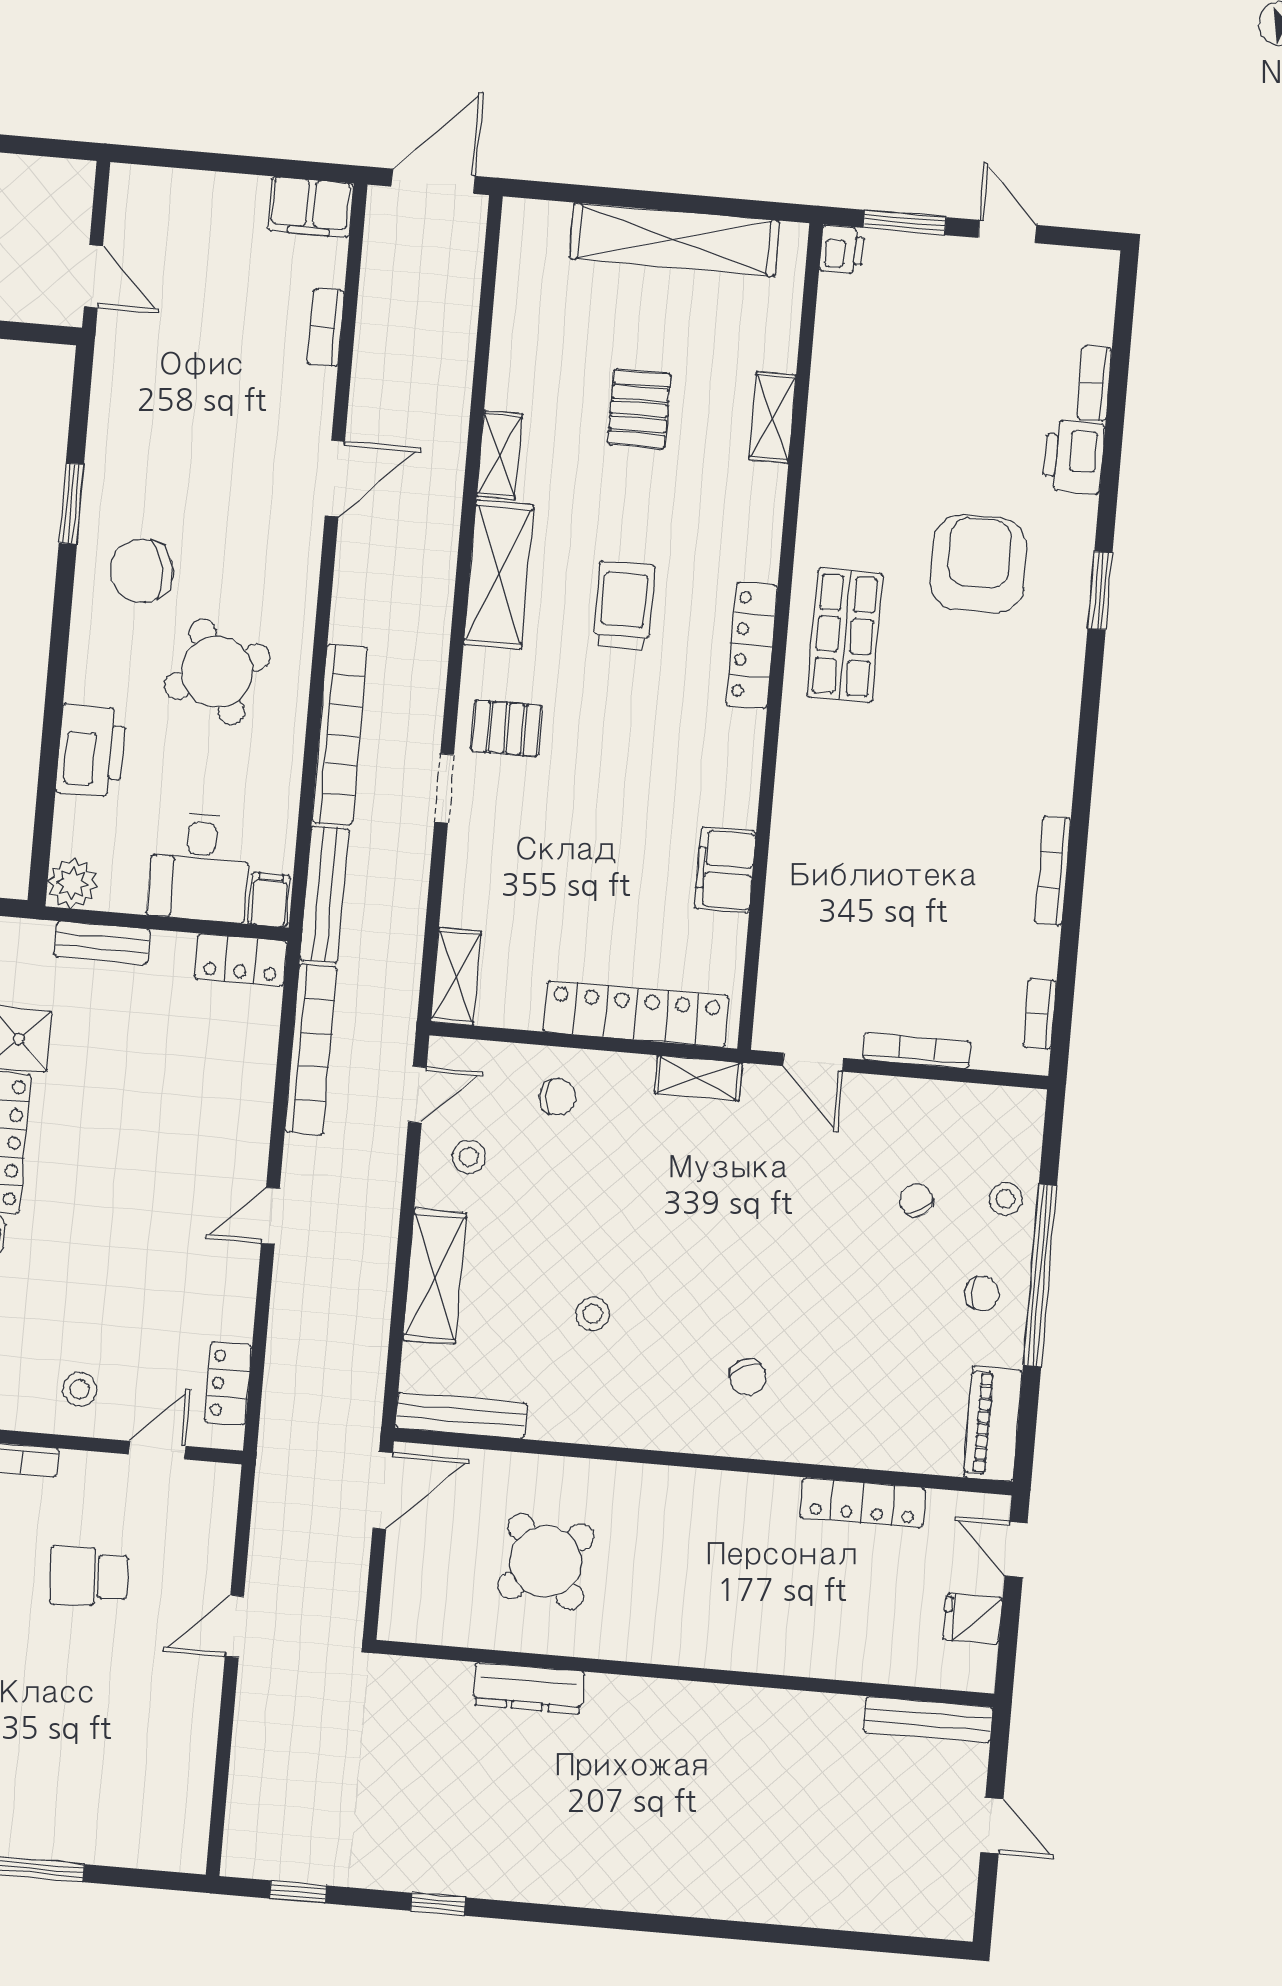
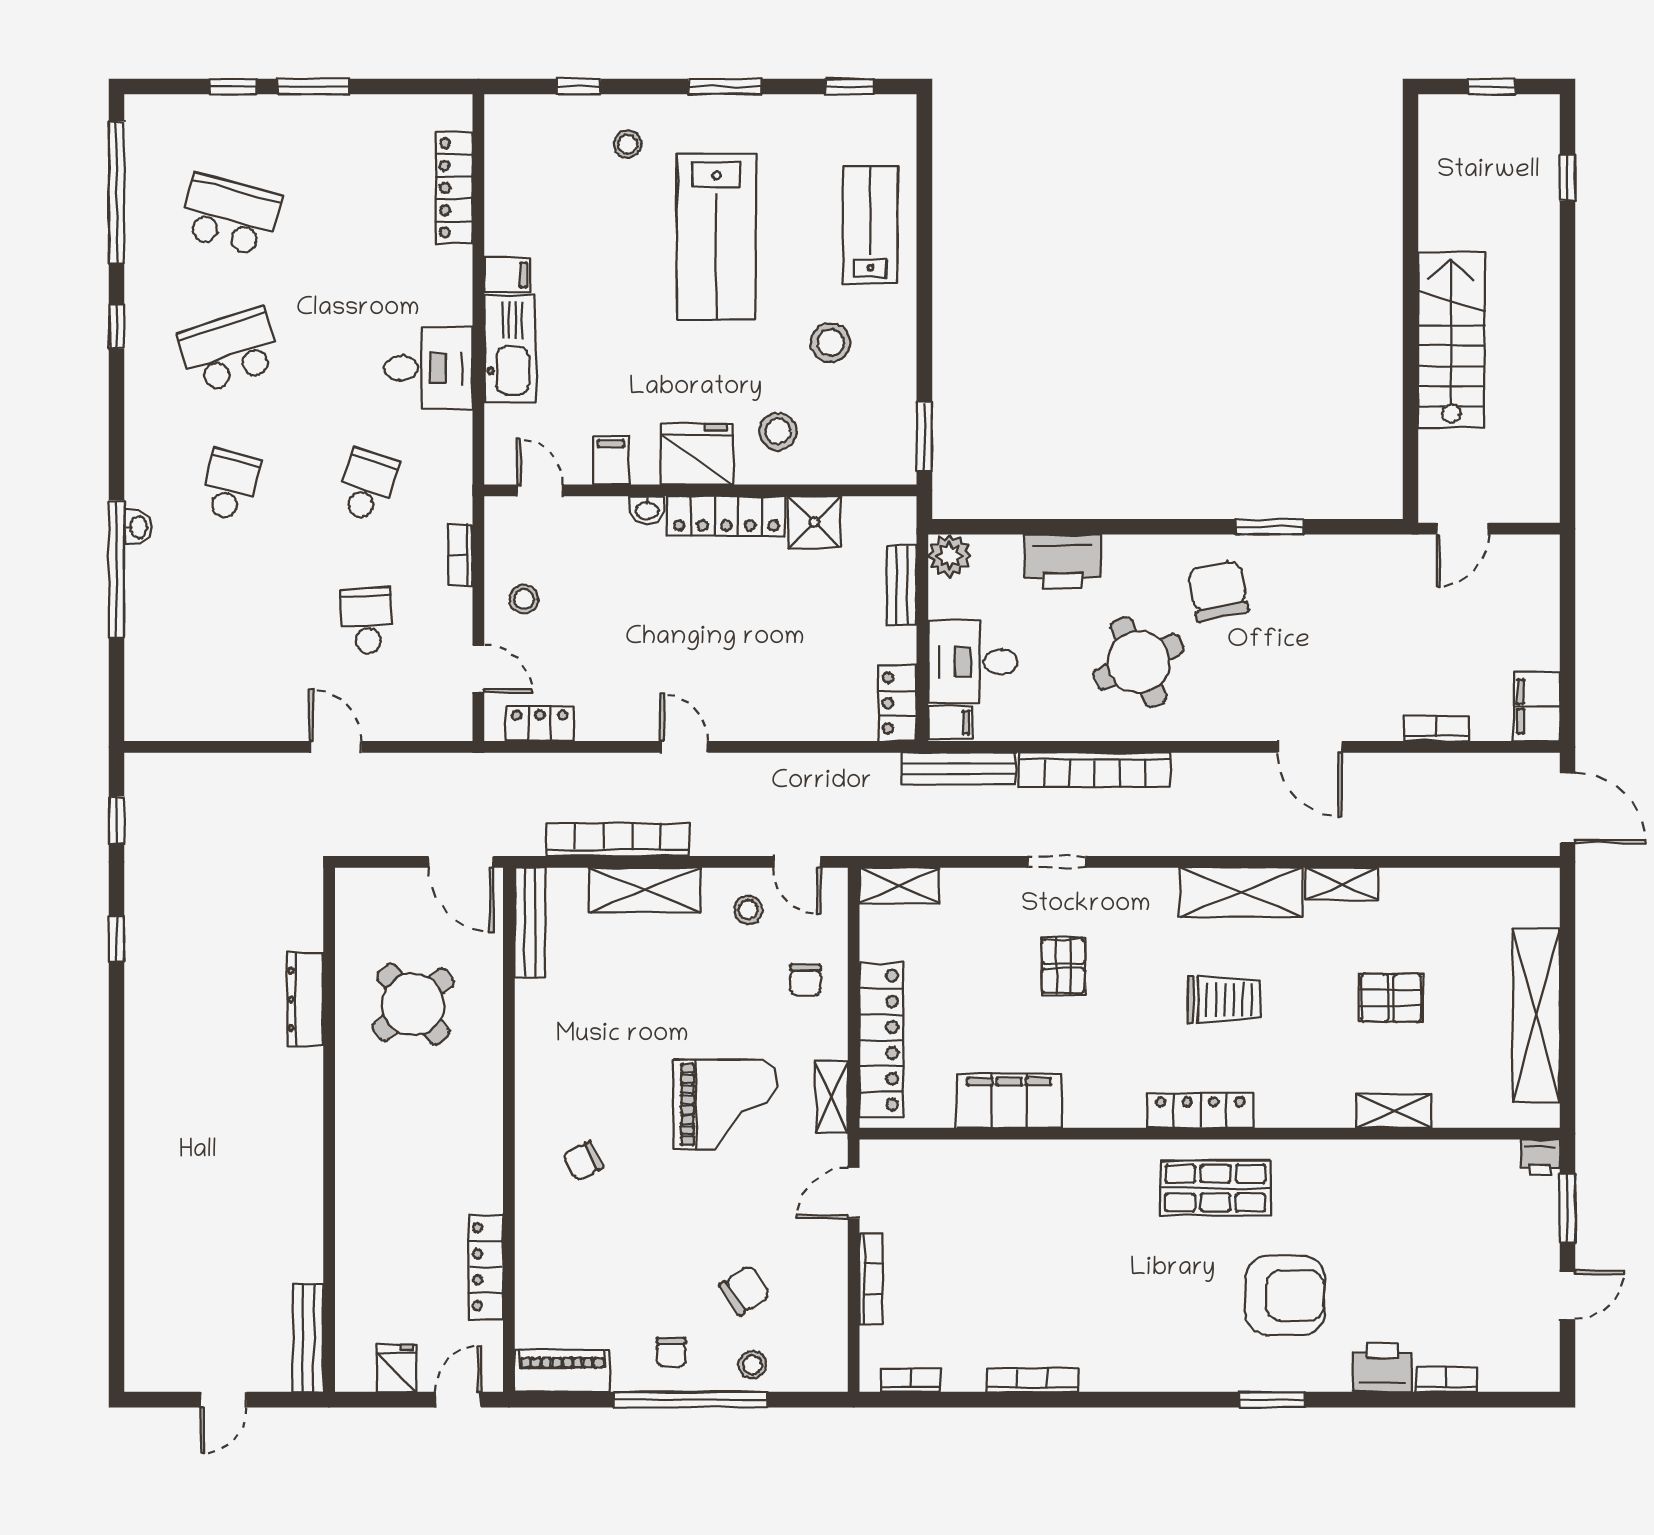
pallet: (507, 728) -> (1063, 966), moved
filing cabinet: (725, 870) -> (1009, 1101), width x1.50, depth x1.17
bookcase: (311, 1050) -> (618, 840), moved, turned 180
chair: (916, 1200) -> (745, 1290), width x1.37, depth x1.37
grand piano: (696, 1205) -> (725, 1104), added
stool: (593, 1314) -> (625, 1026), removed

